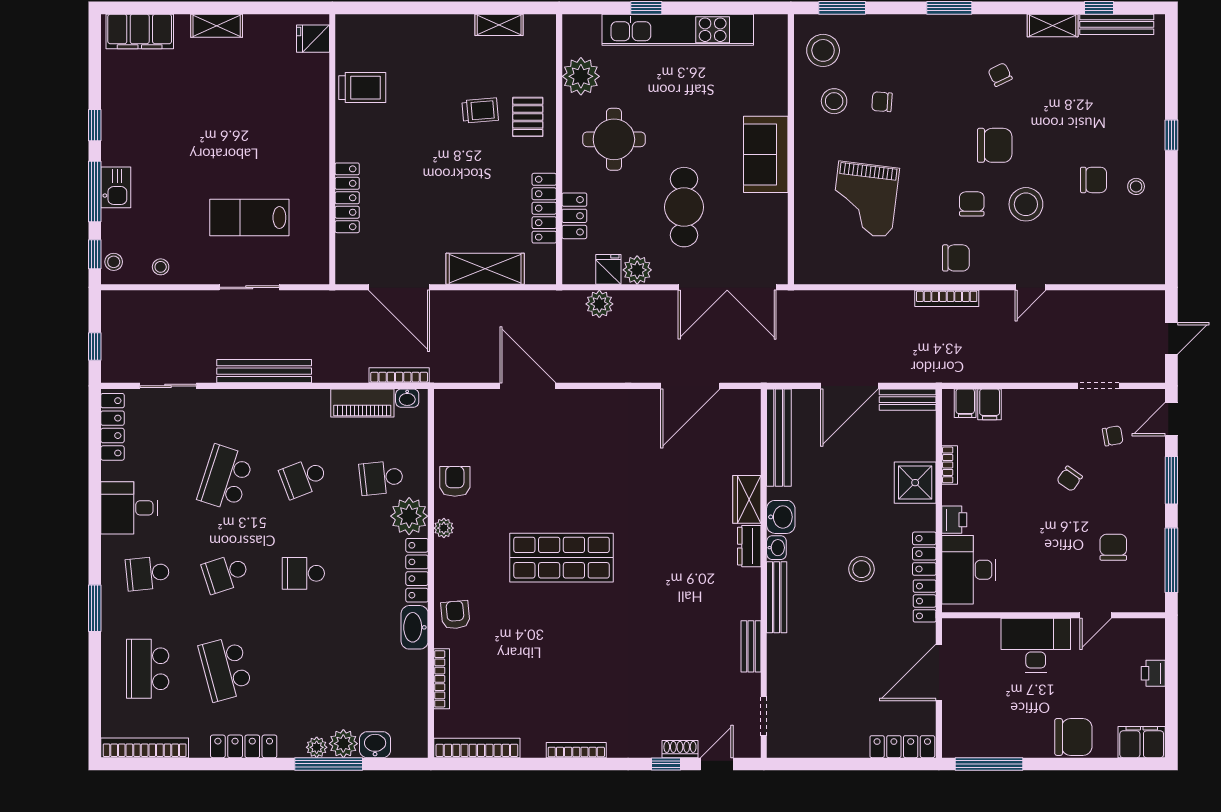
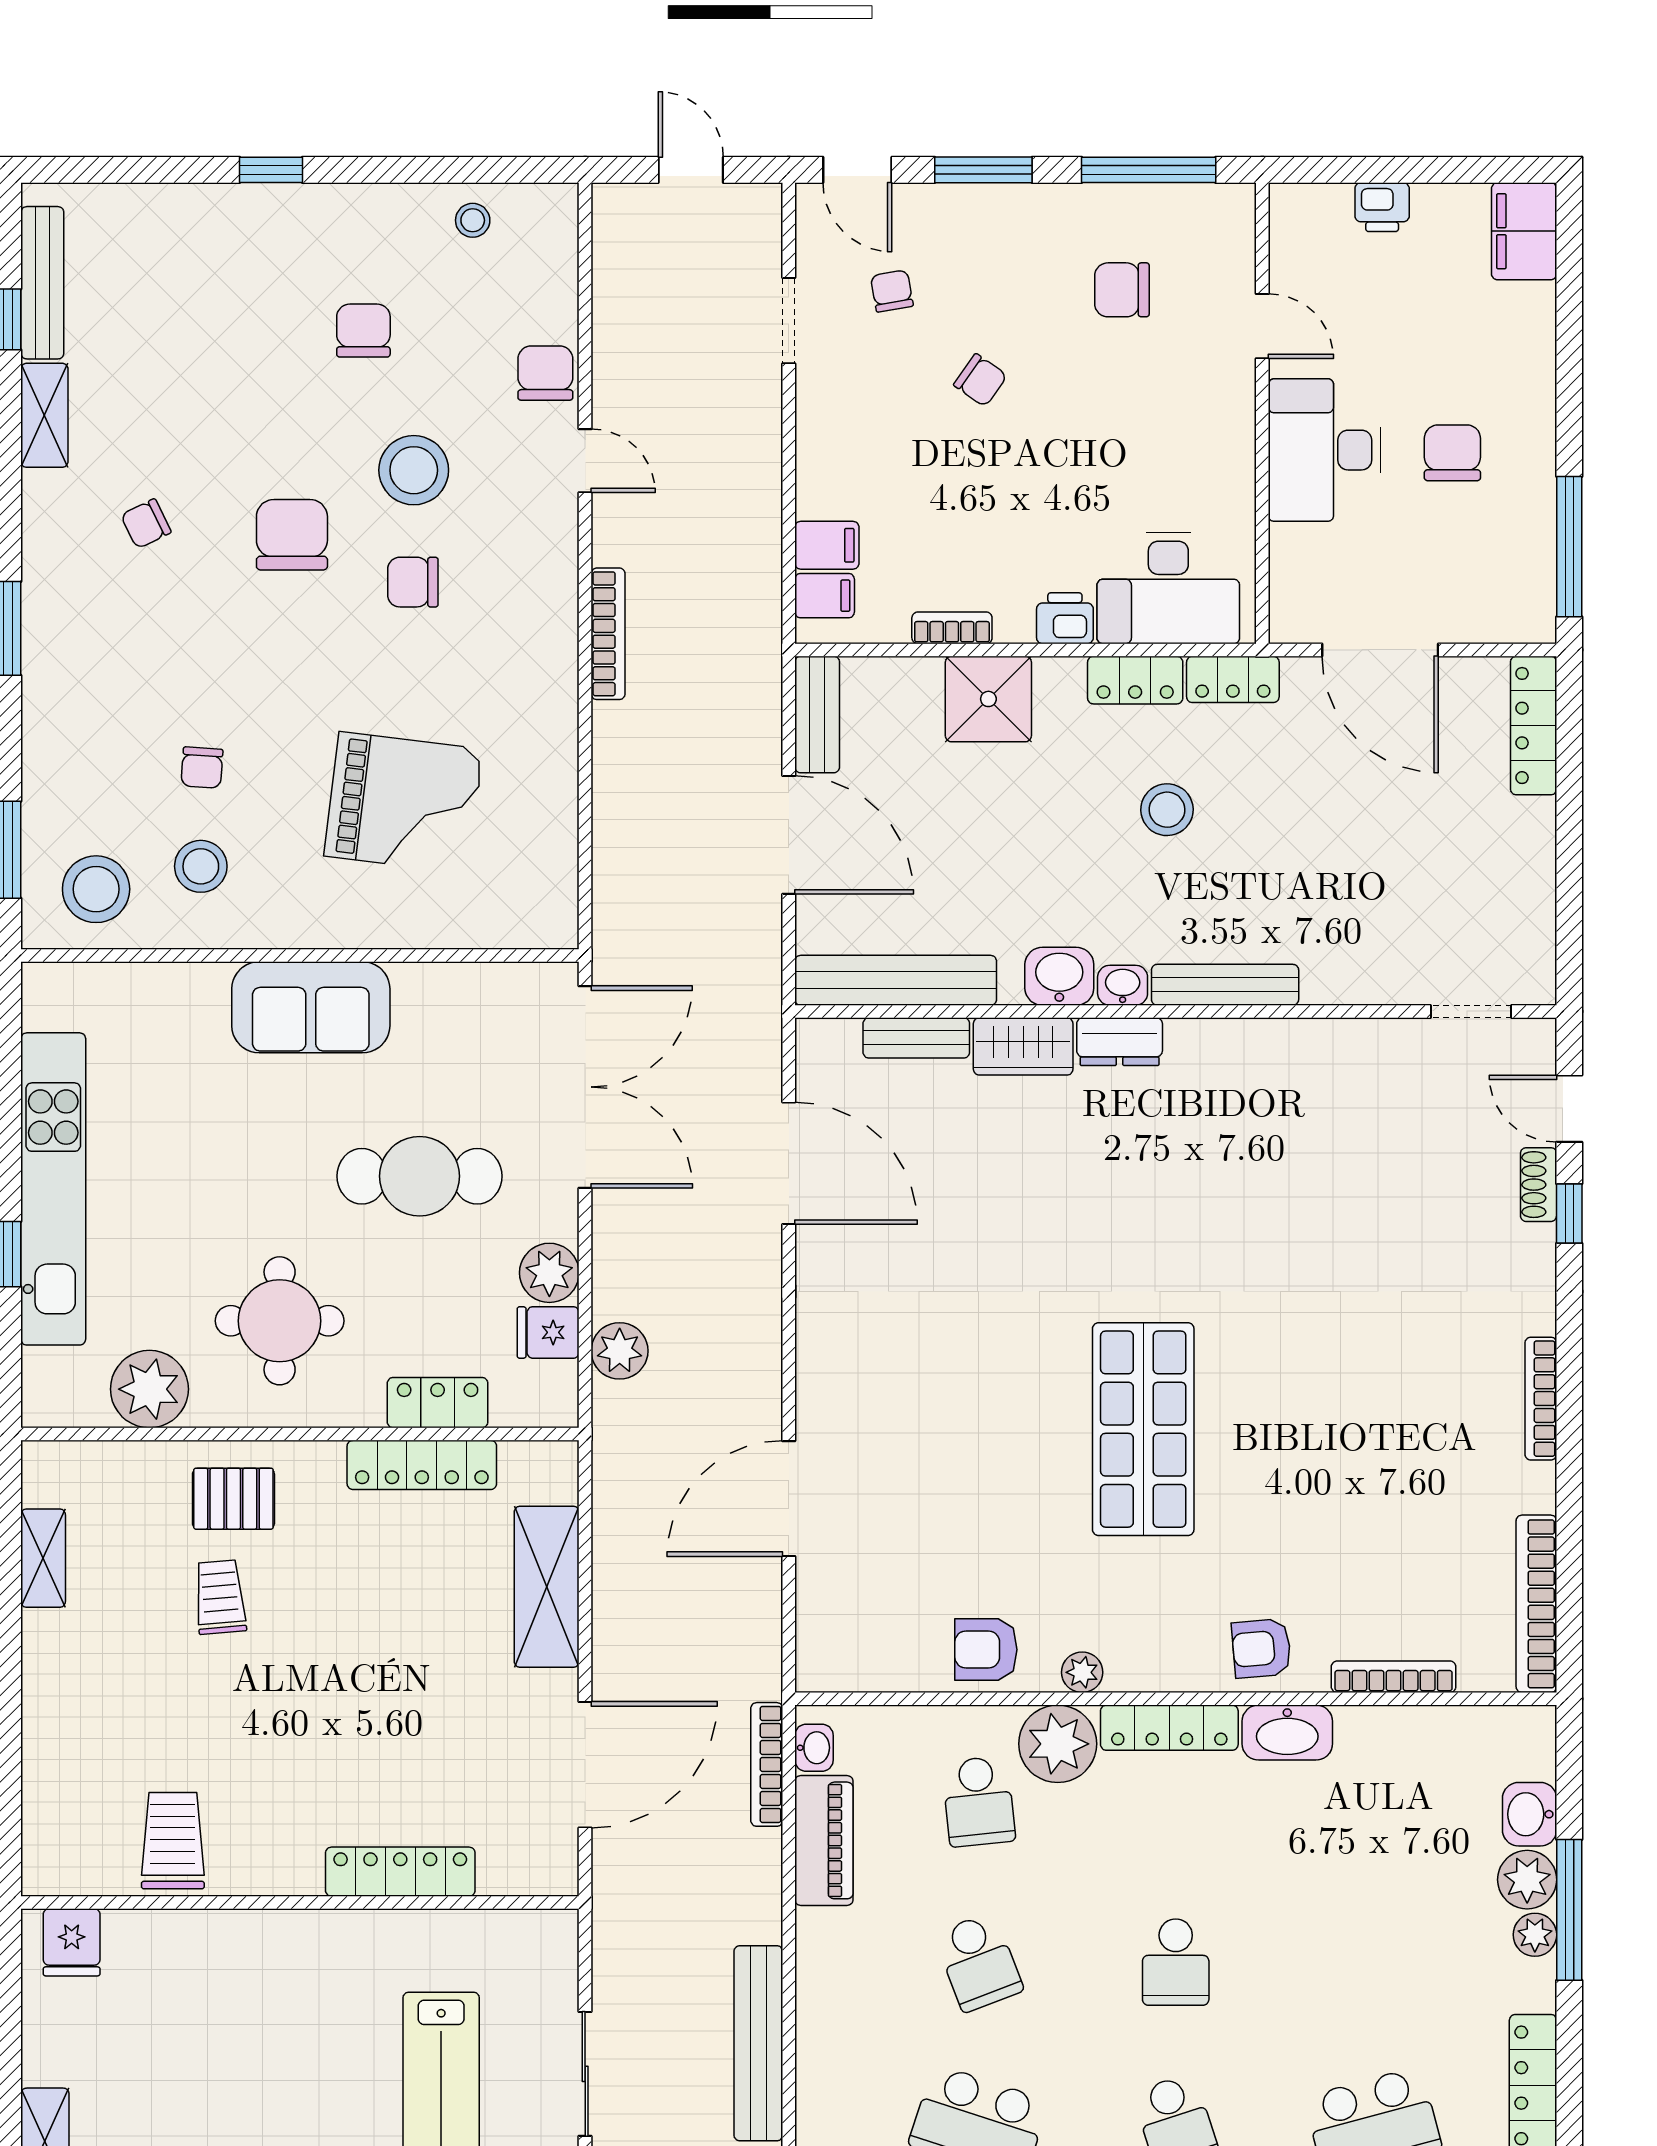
stool: (1136, 186) -> (473, 220), moved
chair: (956, 258) -> (545, 373), moved
bench: (751, 646) -> (916, 1038), moved
chair: (1073, 737) -> (1452, 453), moved, width x0.73, depth x0.73

